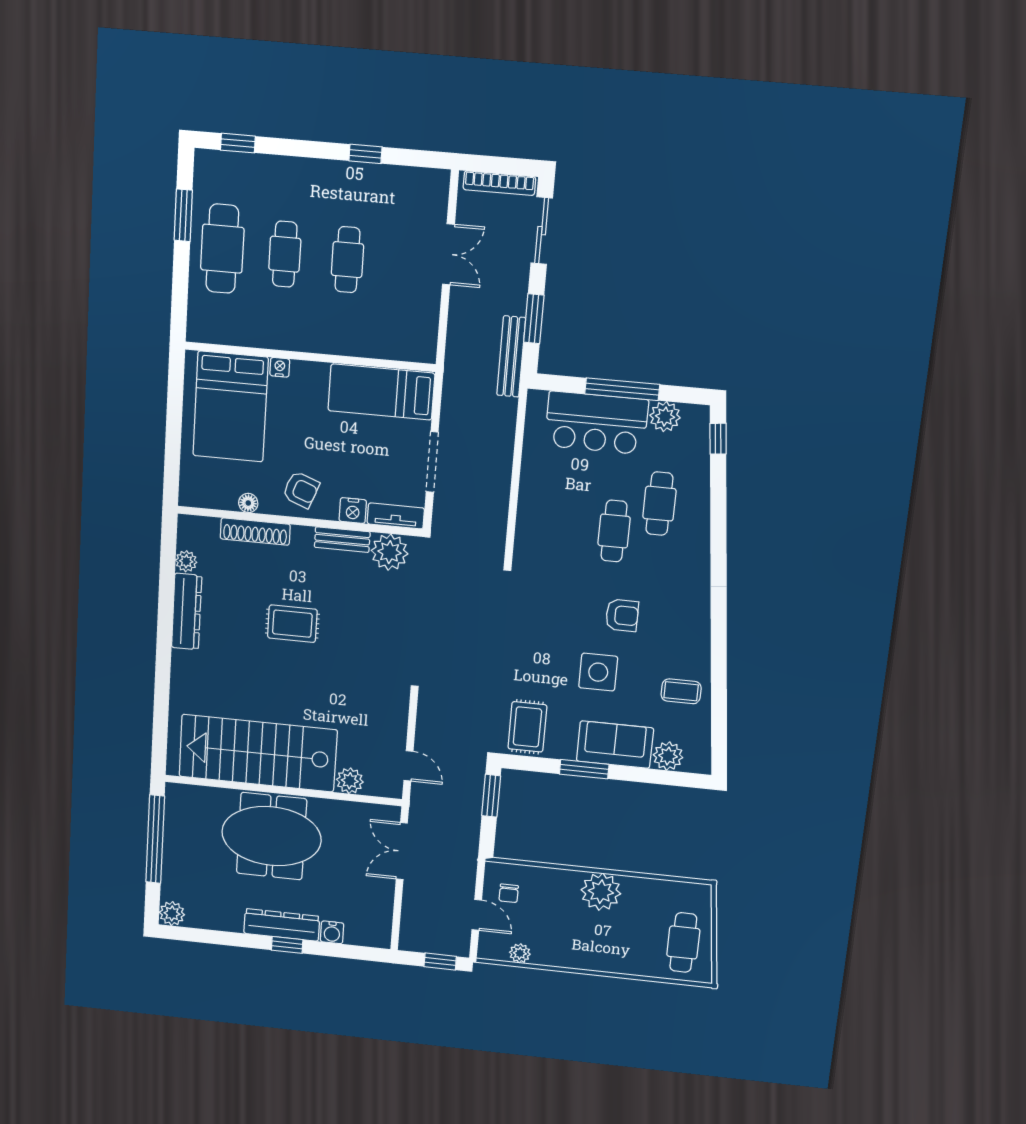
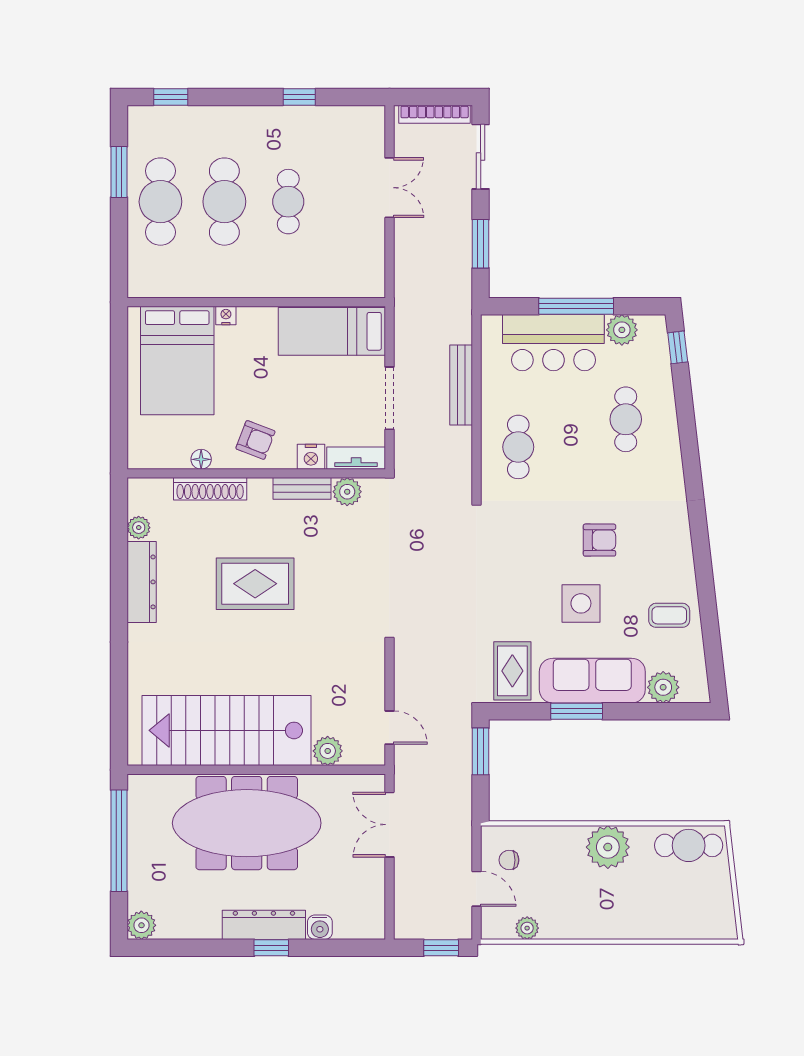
cafe table: (285, 254) -> (224, 202), width x1.37, depth x1.35
bench: (511, 356) -> (461, 385), moved
cafe table: (614, 531) -> (518, 447), moved
plant: (390, 552) -> (347, 492), width x0.73, depth x0.73
rug: (292, 624) -> (255, 584), width x1.36, depth x1.43
sofa: (615, 745) -> (592, 681), width x1.36
meeting table: (272, 836) -> (247, 823), width x1.36
chair: (509, 893) -> (509, 860), turned 90
cafe table: (683, 942) -> (689, 845), moved, turned 90

